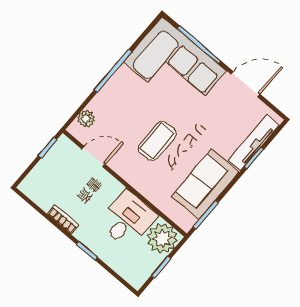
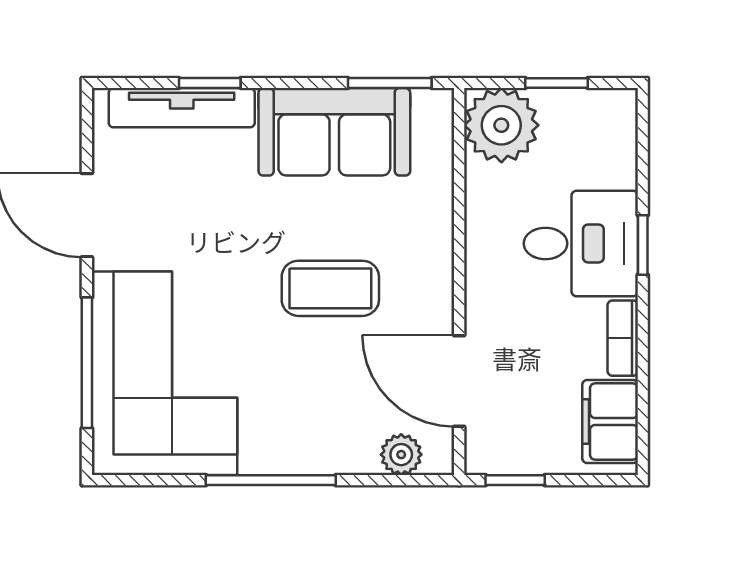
door: (94, 157) -> (459, 381), width x1.38
filing cabinet: (40, 193) -> (610, 422), added
desk: (128, 219) -> (581, 243), moved, turned 180

